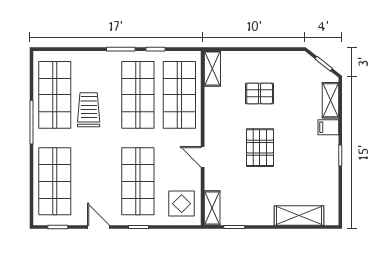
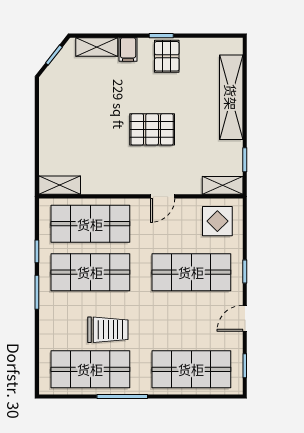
pallet: (260, 93) -> (167, 56), moved
trolley: (89, 110) -> (108, 330), turned 180
shelving: (299, 215) -> (231, 97), width x1.47

